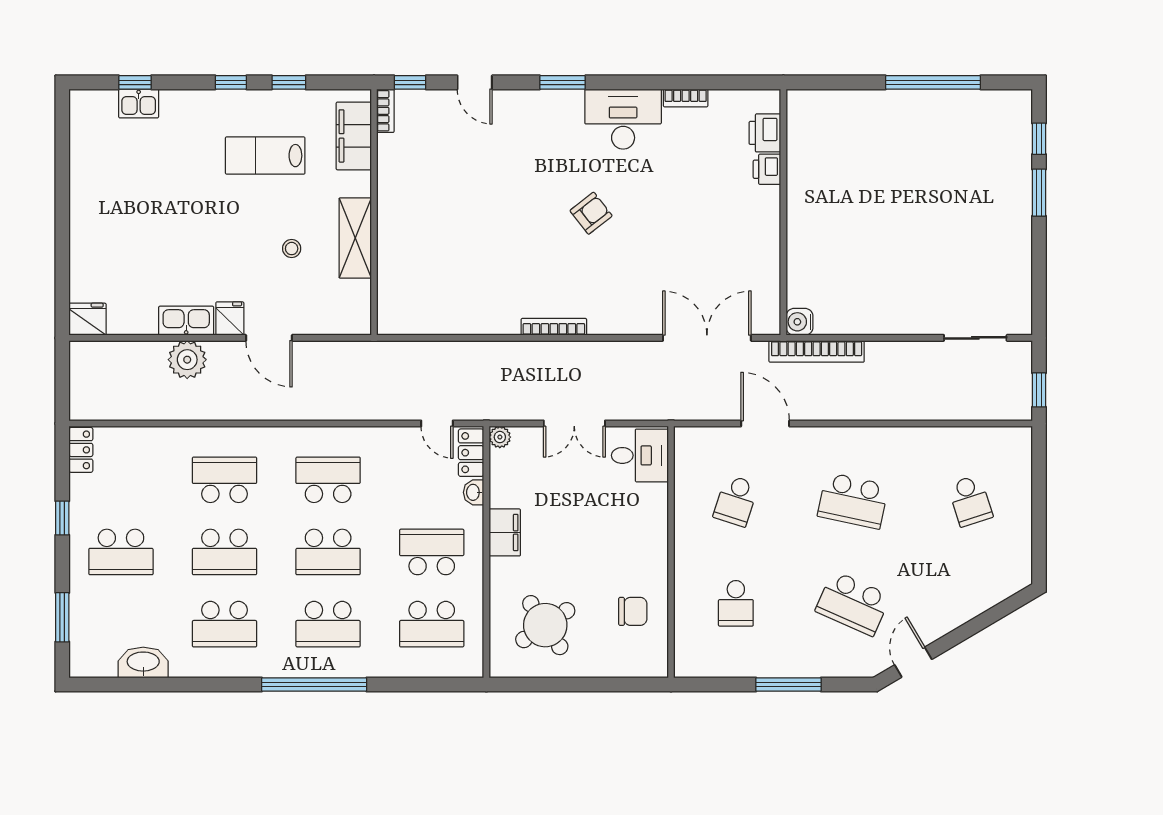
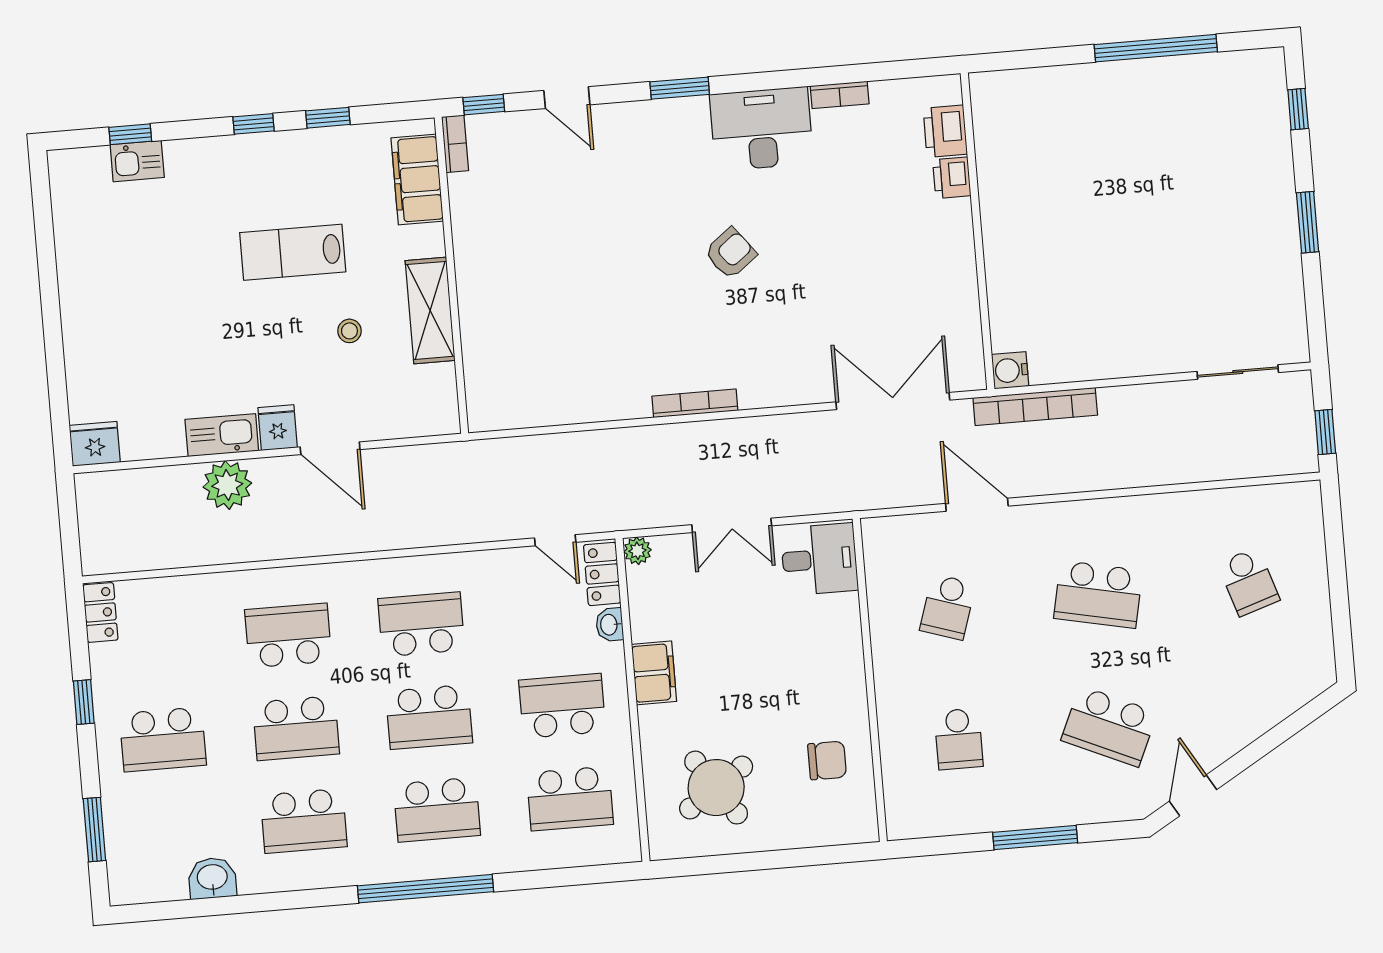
lab bench: (265, 156) -> (293, 252), moved
window: (1039, 193) -> (1308, 222), moved
washbasin: (143, 662) -> (212, 878), width x0.72

